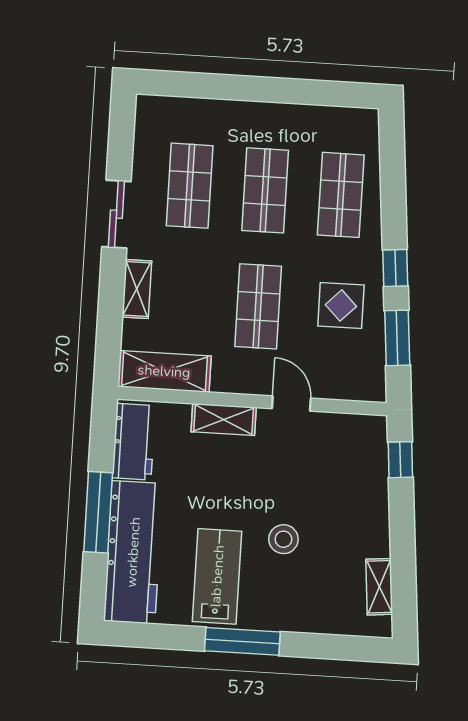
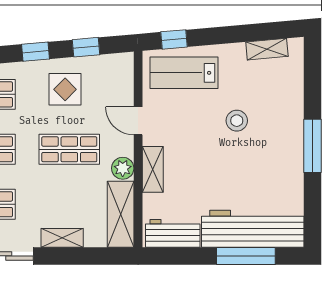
window: (397, 338) -> (86, 47), width x0.67
plant: (228, 378) -> (123, 168), added
door: (291, 403) -> (138, 121), hinge flipped
window: (98, 512) -> (246, 256), moved
lab bench: (217, 576) -> (184, 73), moved

